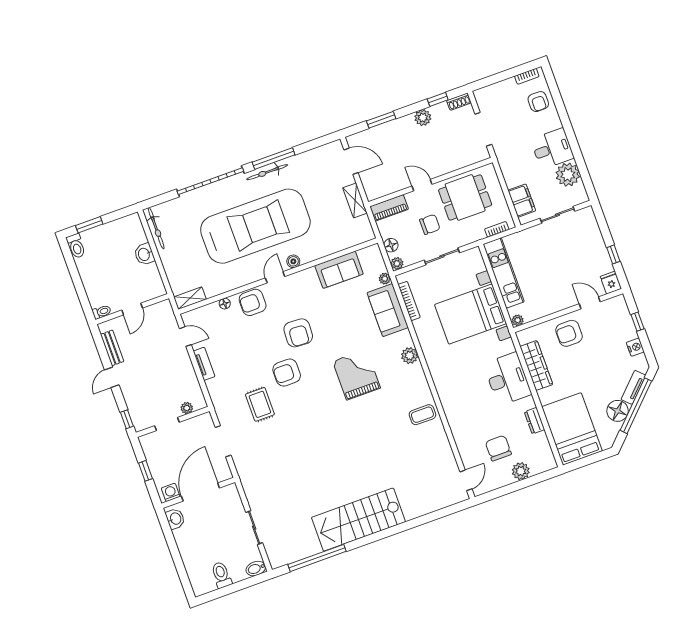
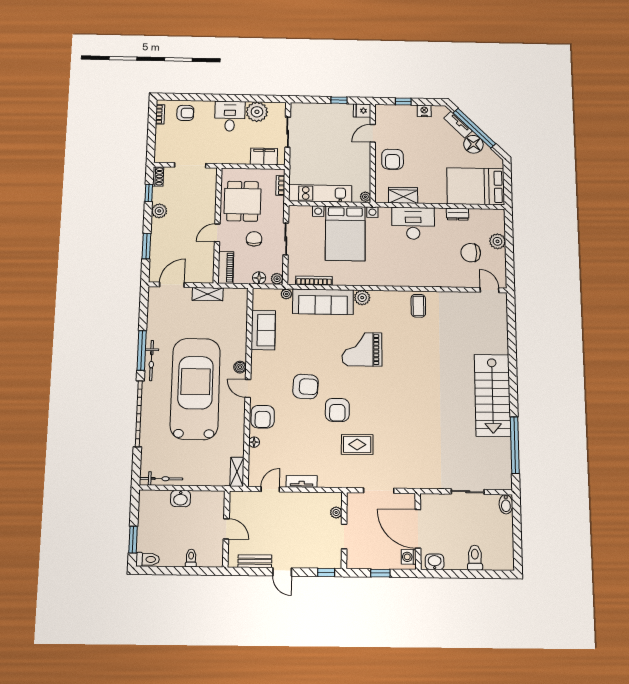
sofa: (388, 310) -> (323, 302), width x1.36
toilet: (102, 312) -> (191, 558), moved
wardrobe: (536, 365) -> (403, 195), width x0.67
toilet: (221, 575) -> (475, 558), moved, turned 90

